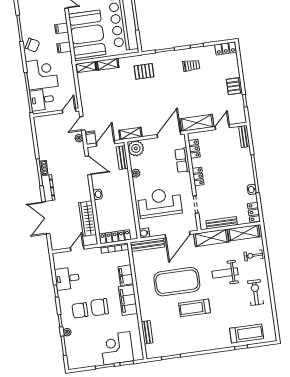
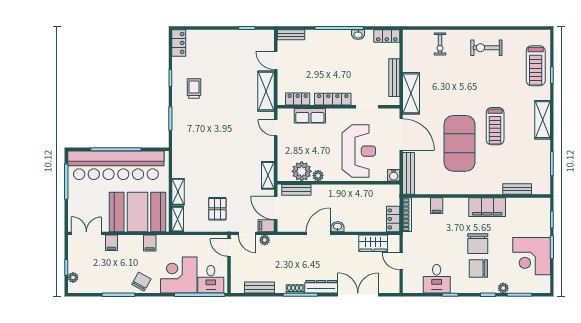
filing cabinet: (62, 28) -> (111, 243), moved
pallet: (144, 71) -> (217, 209), moved
pallet: (233, 86) -> (227, 40), removed
door: (169, 135) -> (276, 128), width x0.53
bench: (41, 139) -> (260, 287), added
plant: (136, 148) -> (302, 171), moved
door: (88, 165) -> (318, 233), moved
locker: (198, 177) -> (333, 99), width x1.53
reception desk: (160, 203) -> (359, 151), turned 180
double door: (46, 218) -> (358, 295), swing flipped
wardrobe: (88, 219) -> (373, 243), width x0.67
shelving: (244, 233) -> (543, 120), moved
locker: (115, 237) -> (393, 219), width x0.66
weight bench: (225, 273) -> (457, 82), removed
filing cabinet: (126, 275) -> (437, 206), width x0.50
filing cabinet: (128, 300) -> (487, 207), moved
chair: (80, 310) -> (478, 269), turned 90
treadmill: (247, 333) -> (536, 66), turned 180
corner desk: (117, 348) -> (532, 256), moved

